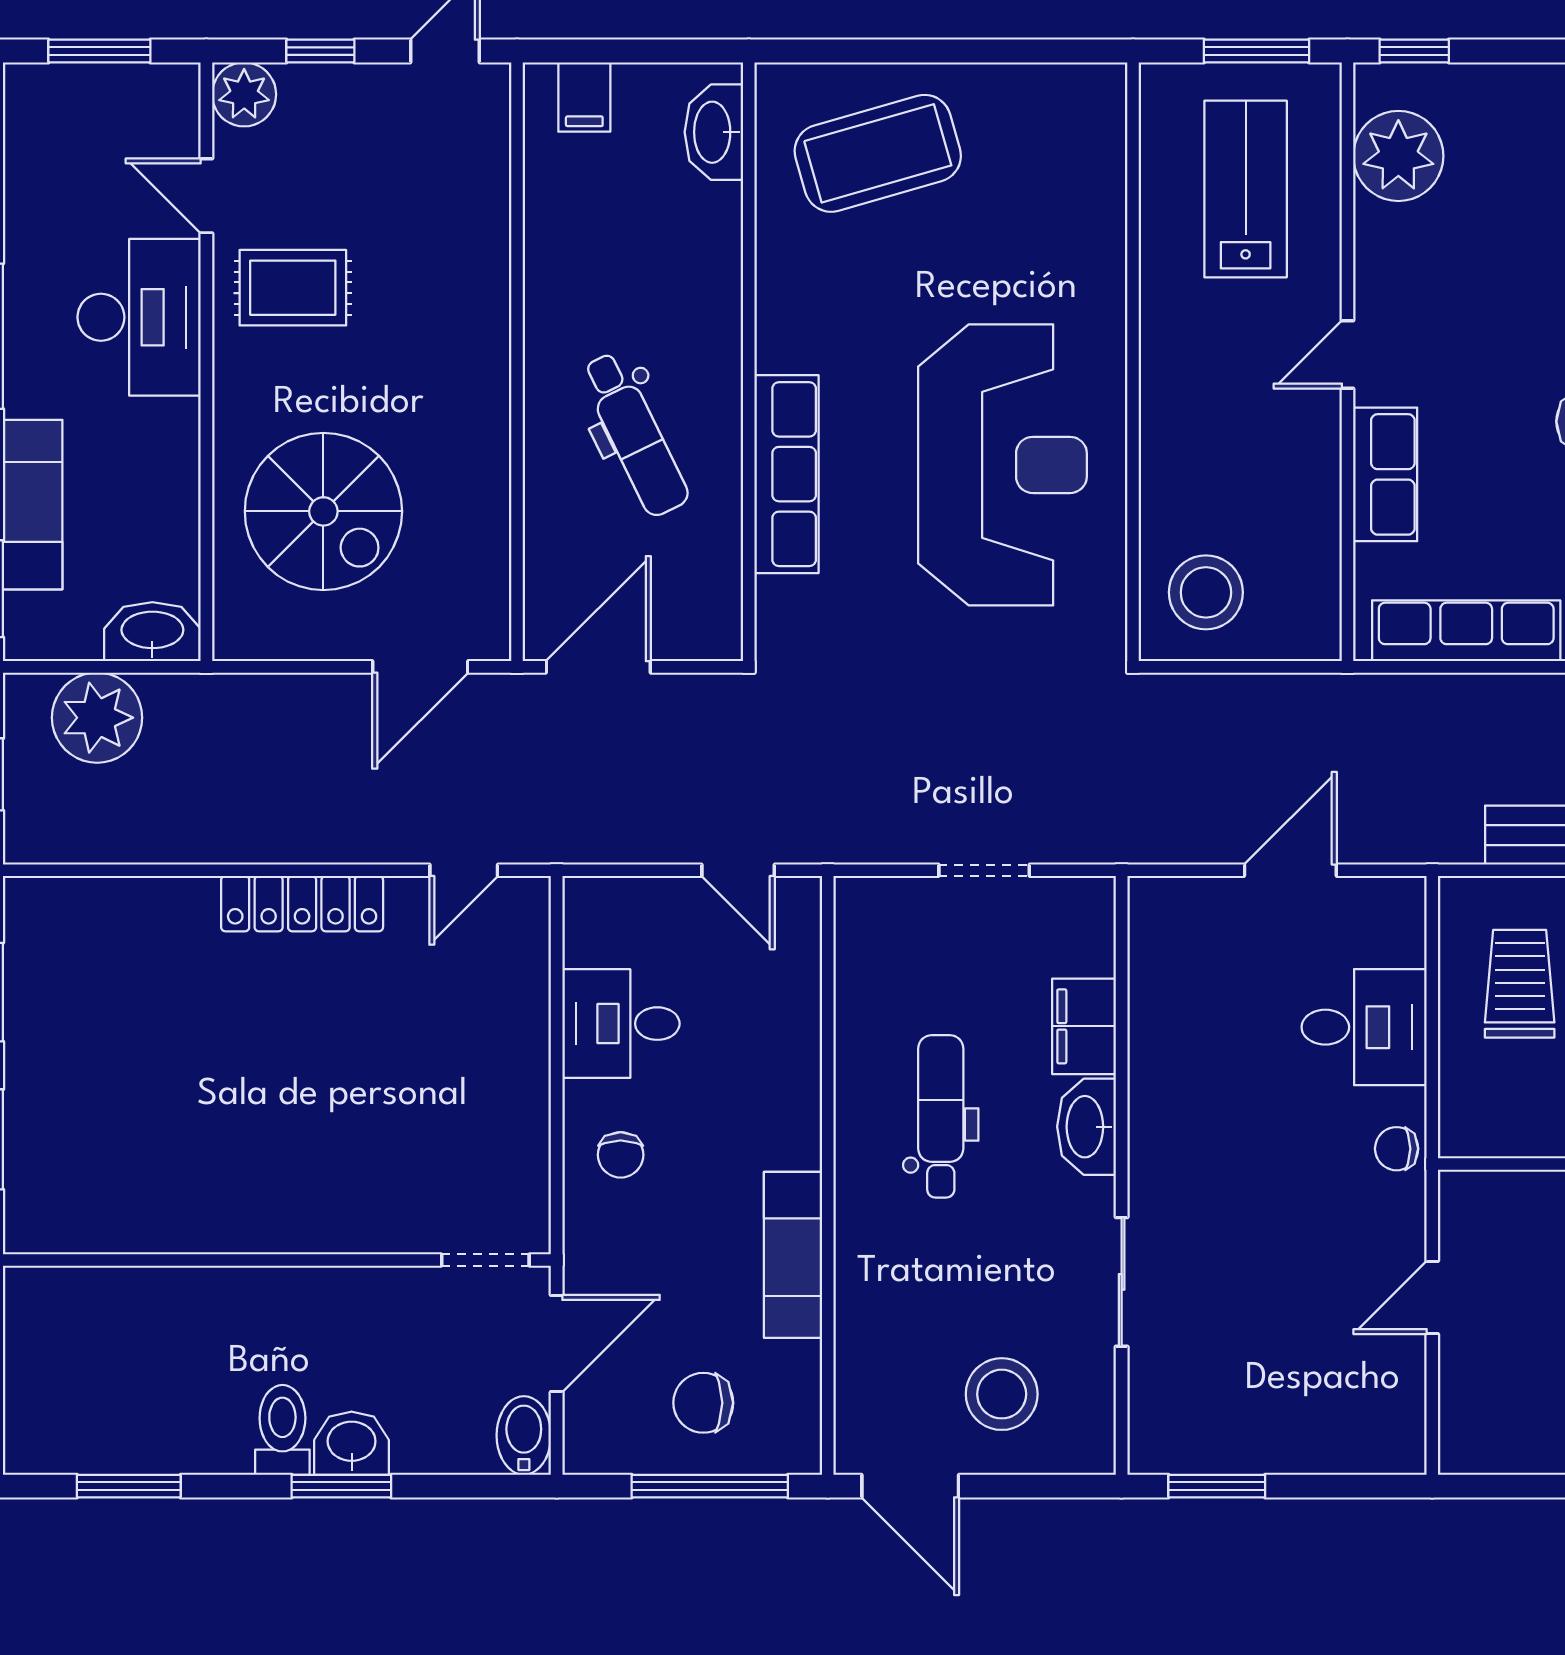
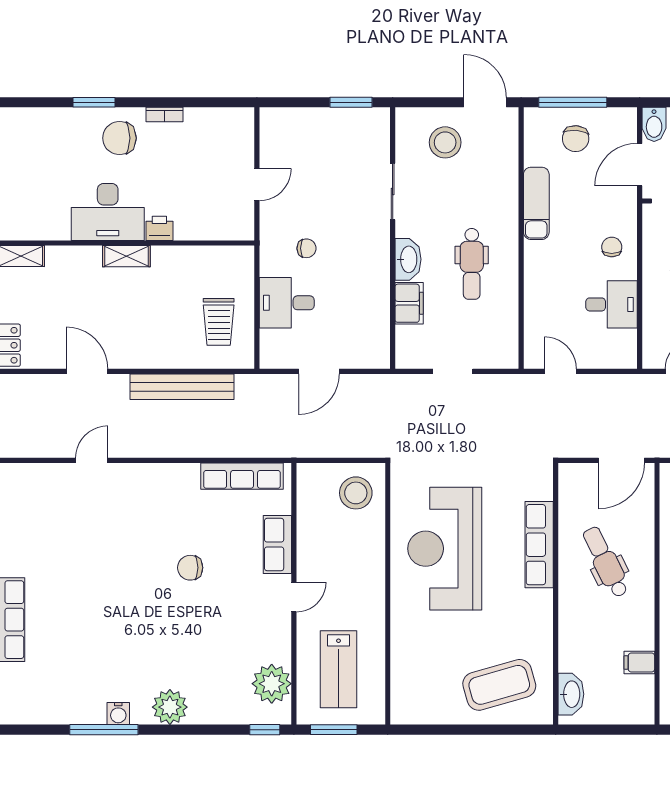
filing cabinet: (584, 97) -> (639, 663), moved, turned -90
chair: (1397, 1149) -> (307, 248), moved
chair: (703, 1403) -> (576, 139), turned 95

